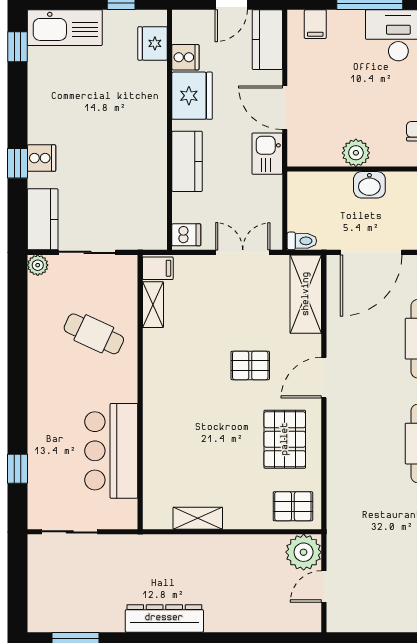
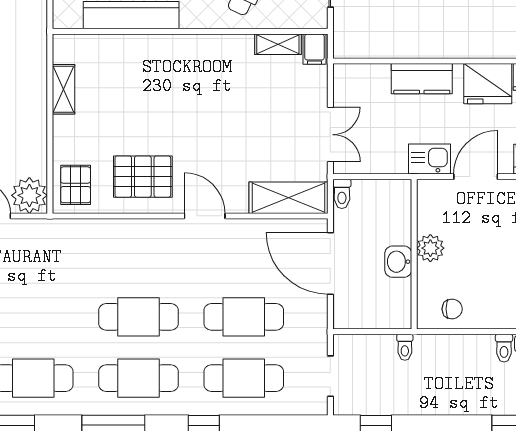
dishwasher: (186, 235) -> (348, 78), removed
pallet: (250, 365) -> (217, 142), removed

